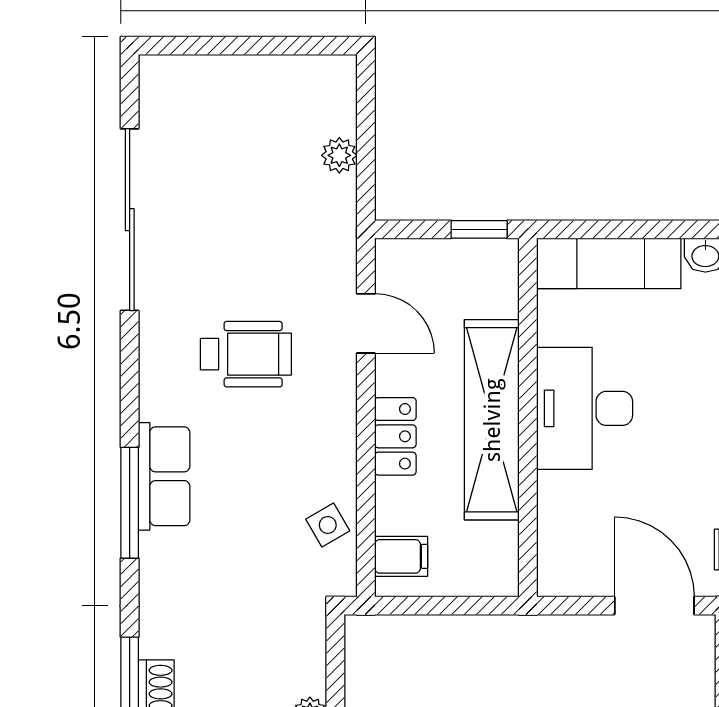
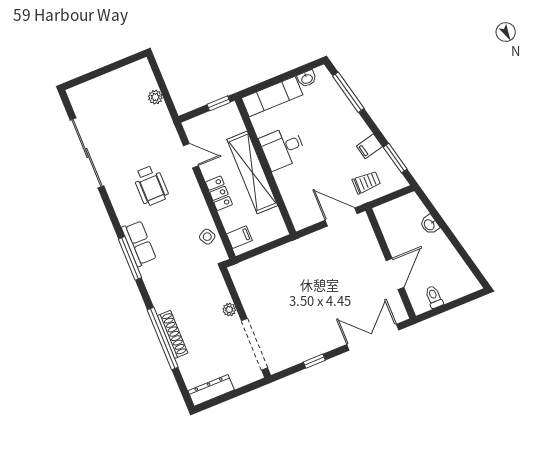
wheelchair: (246, 354) -> (151, 185), turned 90
desk: (585, 408) -> (283, 148), width x0.73

